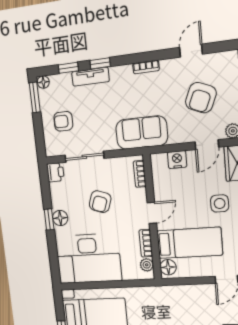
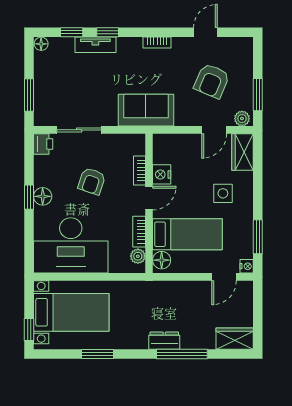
window: (35, 97) -> (29, 95), moved
armchair: (63, 121) -> (59, 89), removed
nightstand: (177, 160) -> (162, 174), moved, turned -90
bookcase: (140, 174) -> (139, 171), moved

